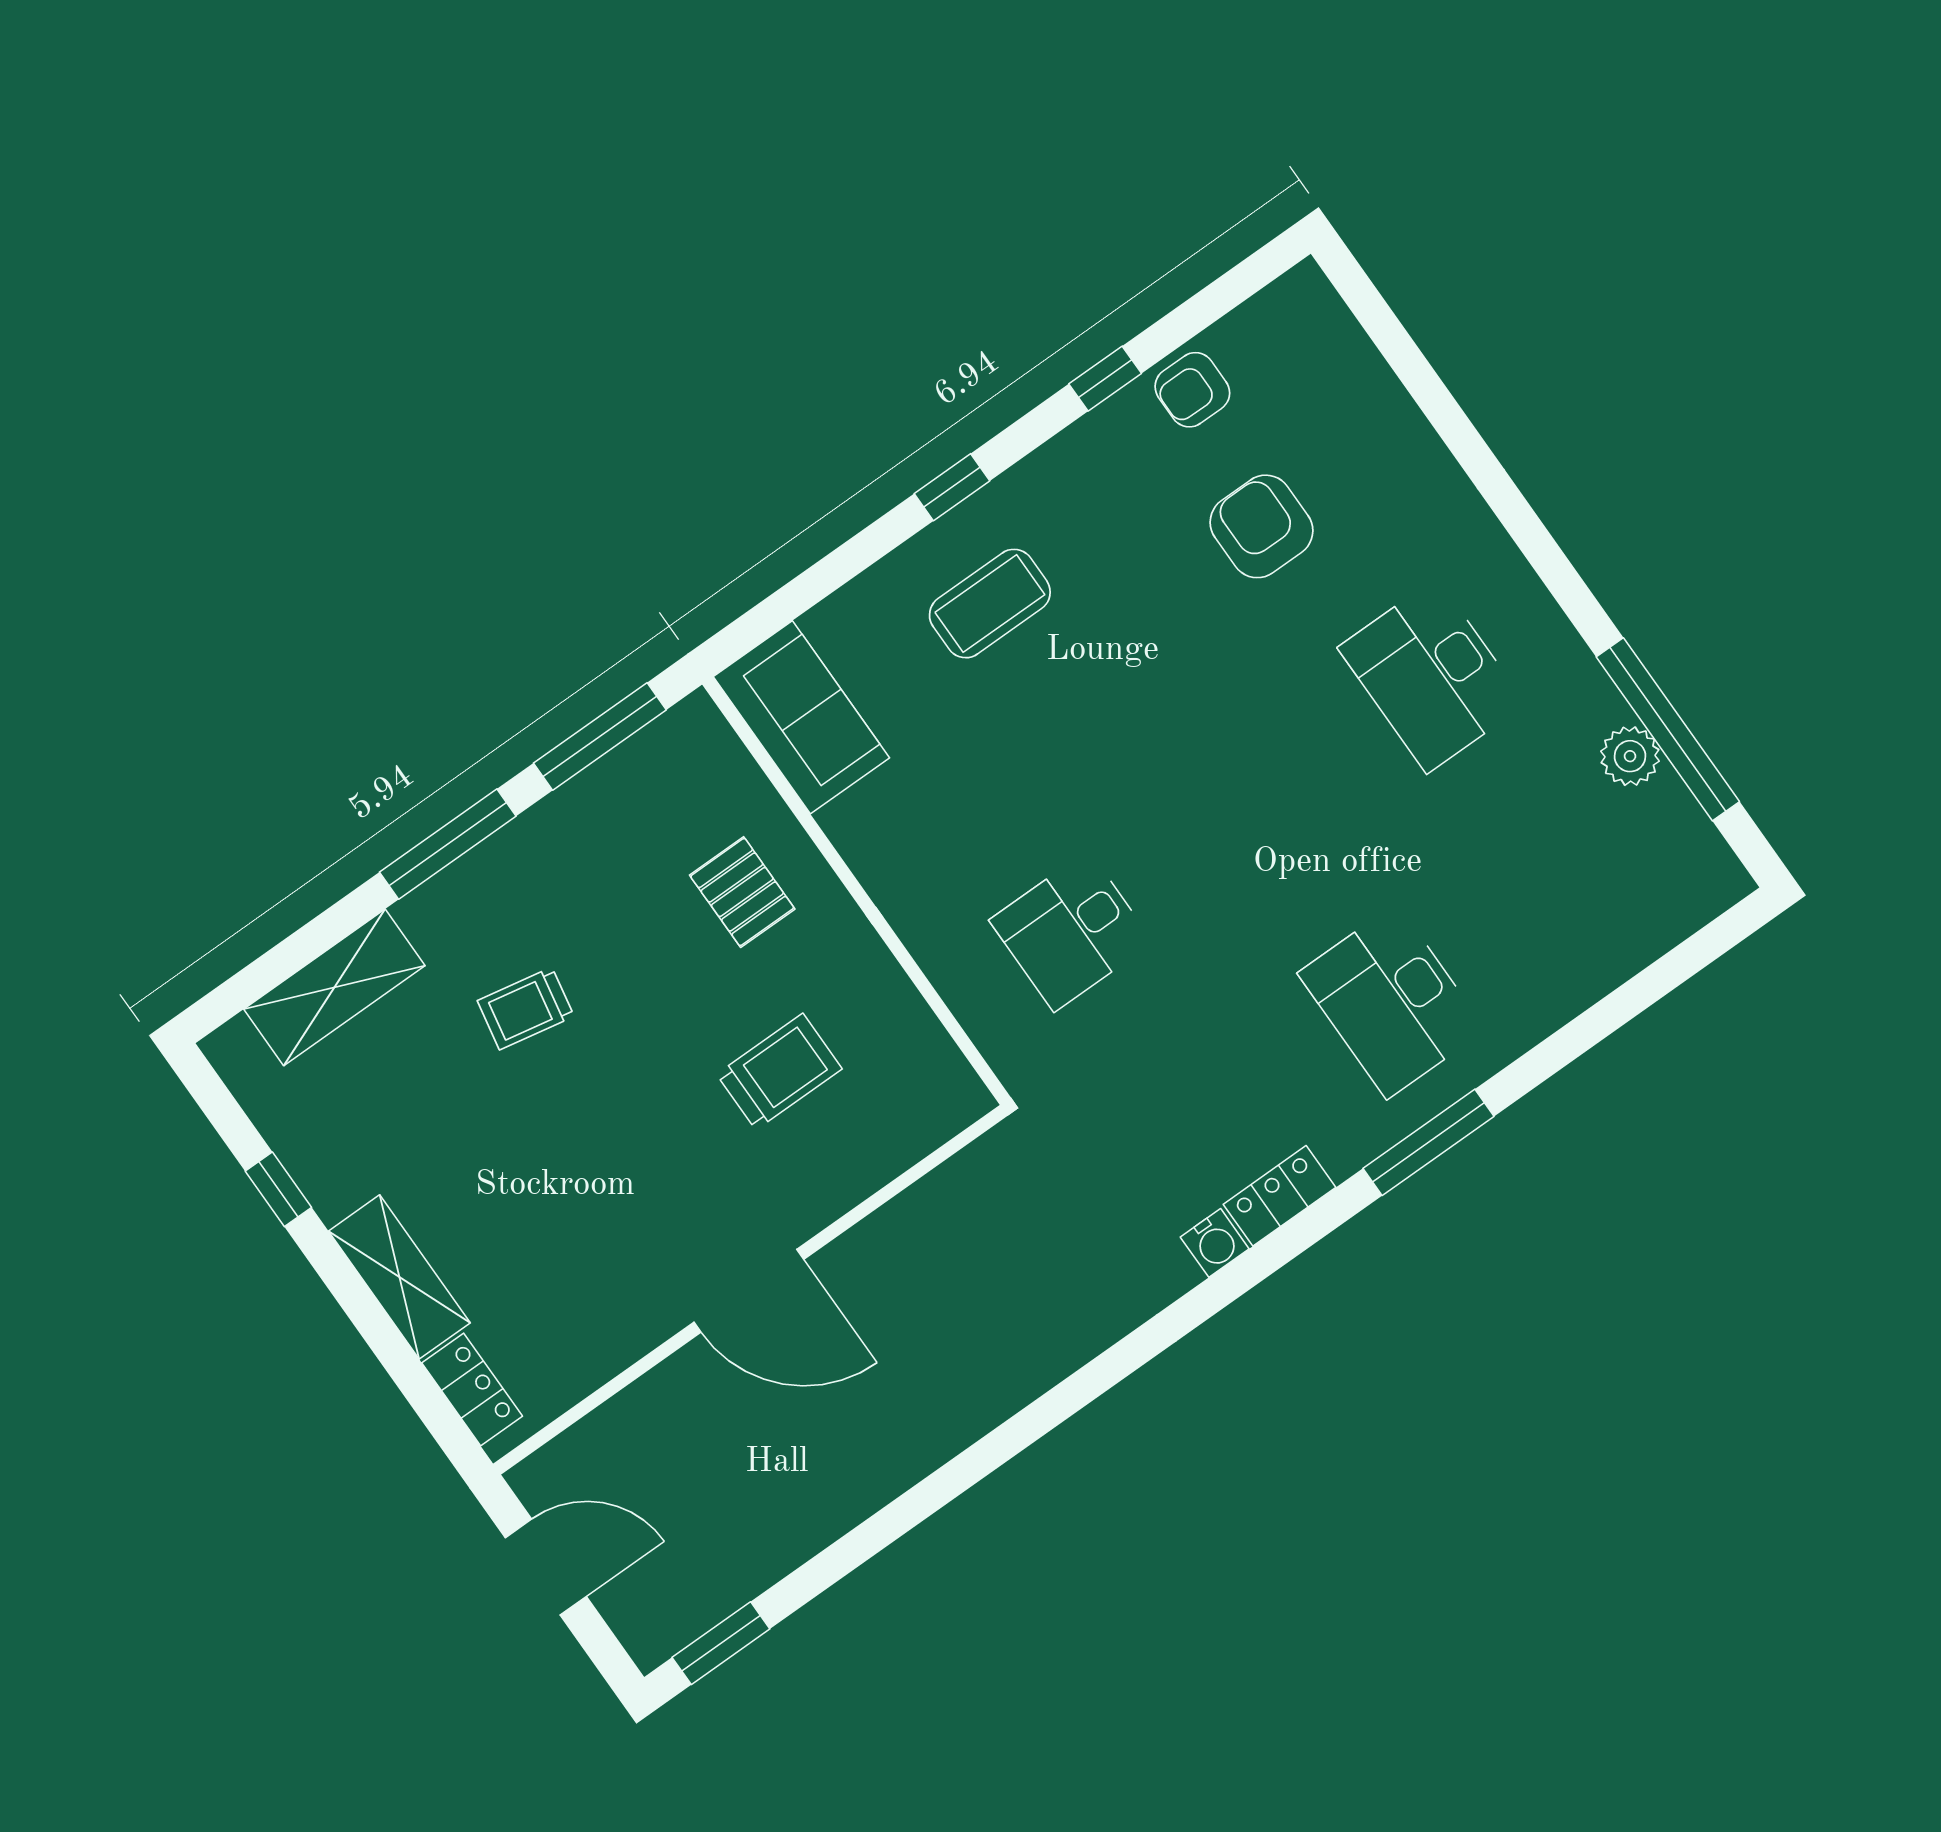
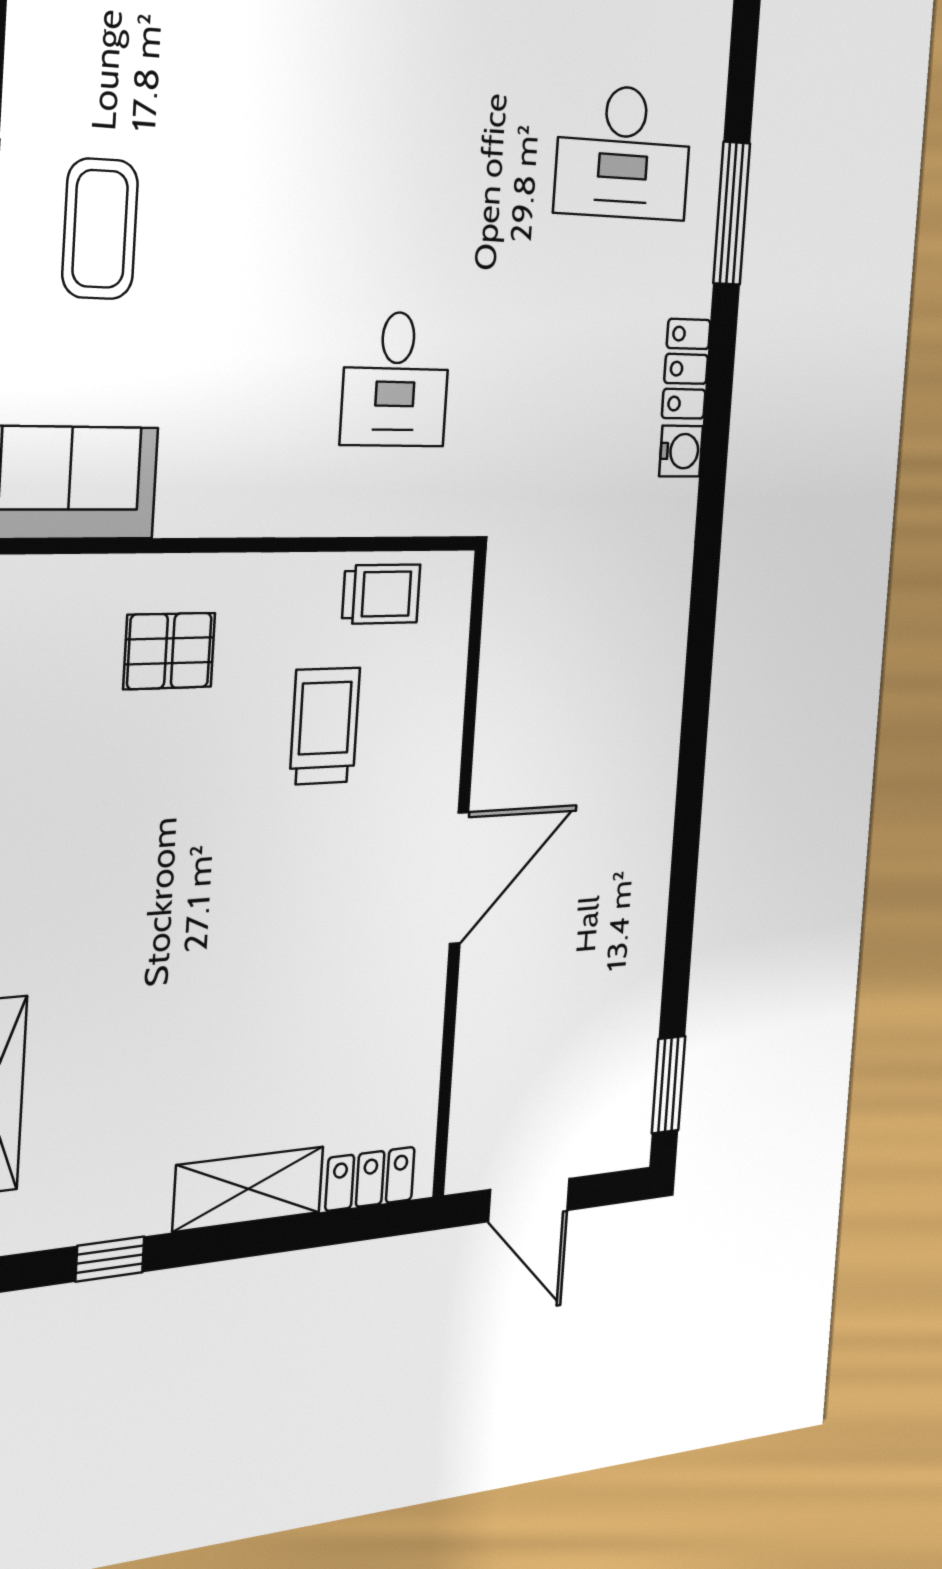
trolley: (526, 1008) -> (381, 594), moved, turned -101
door: (546, 1567) -> (529, 1200), swing flipped

